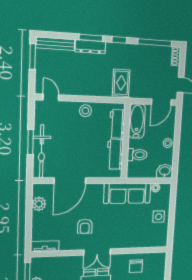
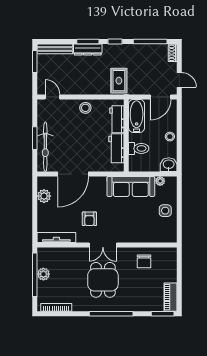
tv unit: (45, 246) -> (56, 237), width x1.41

